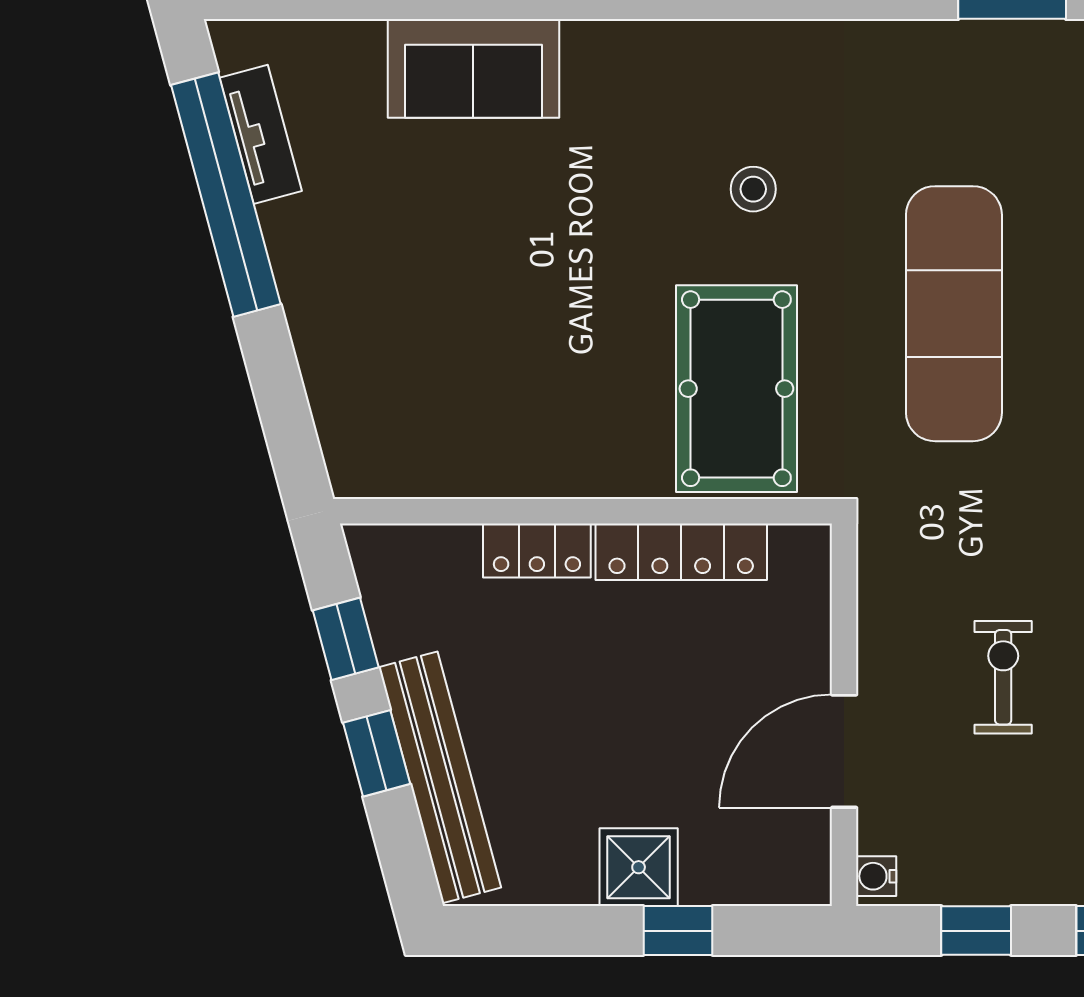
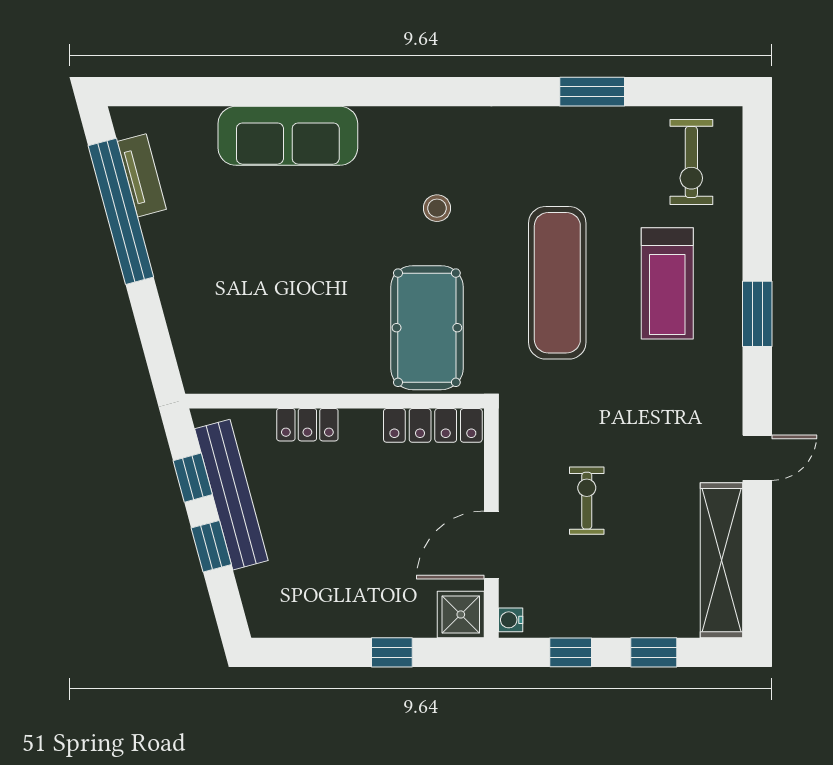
sofa: (473, 68) -> (288, 136), width x1.36
locker: (681, 552) -> (433, 425), moved
bench: (440, 777) -> (231, 495), moved
shower: (639, 867) -> (461, 614), moved

